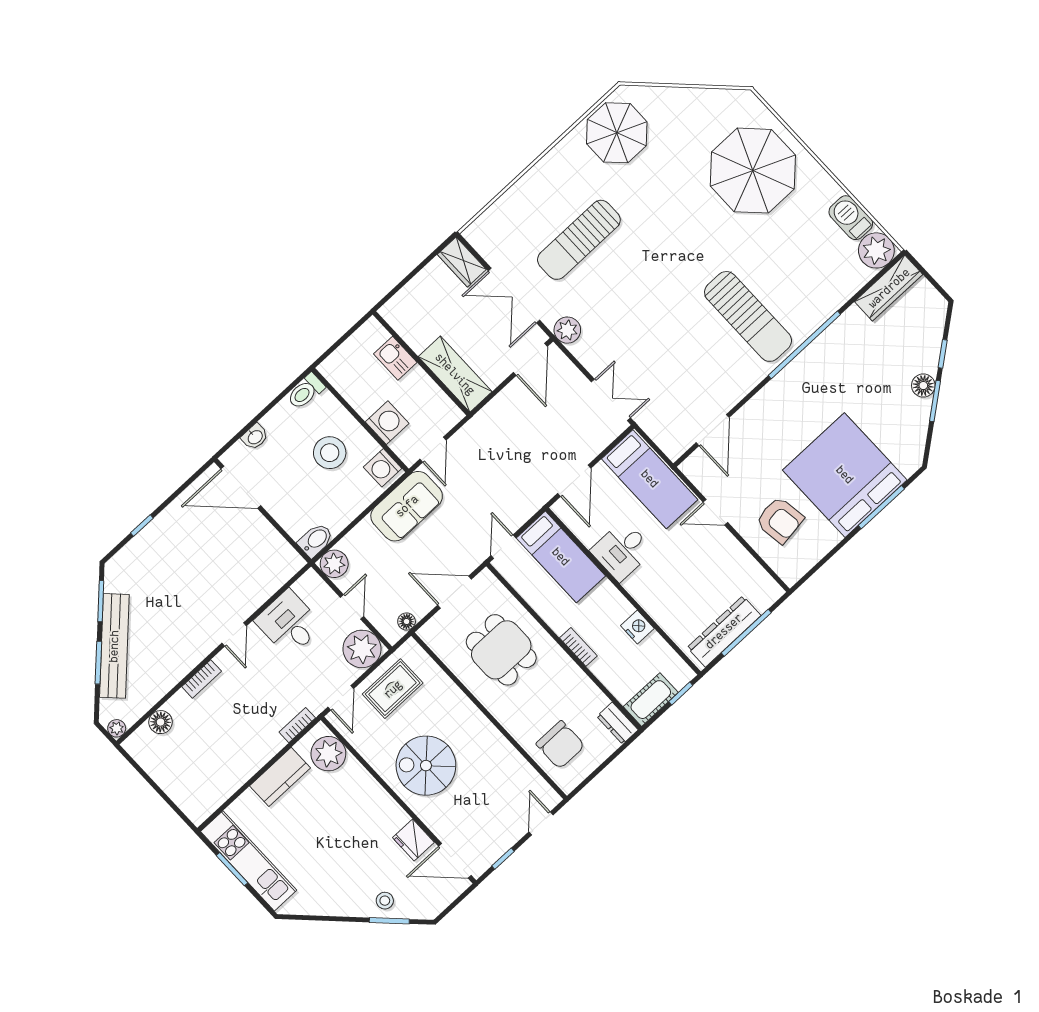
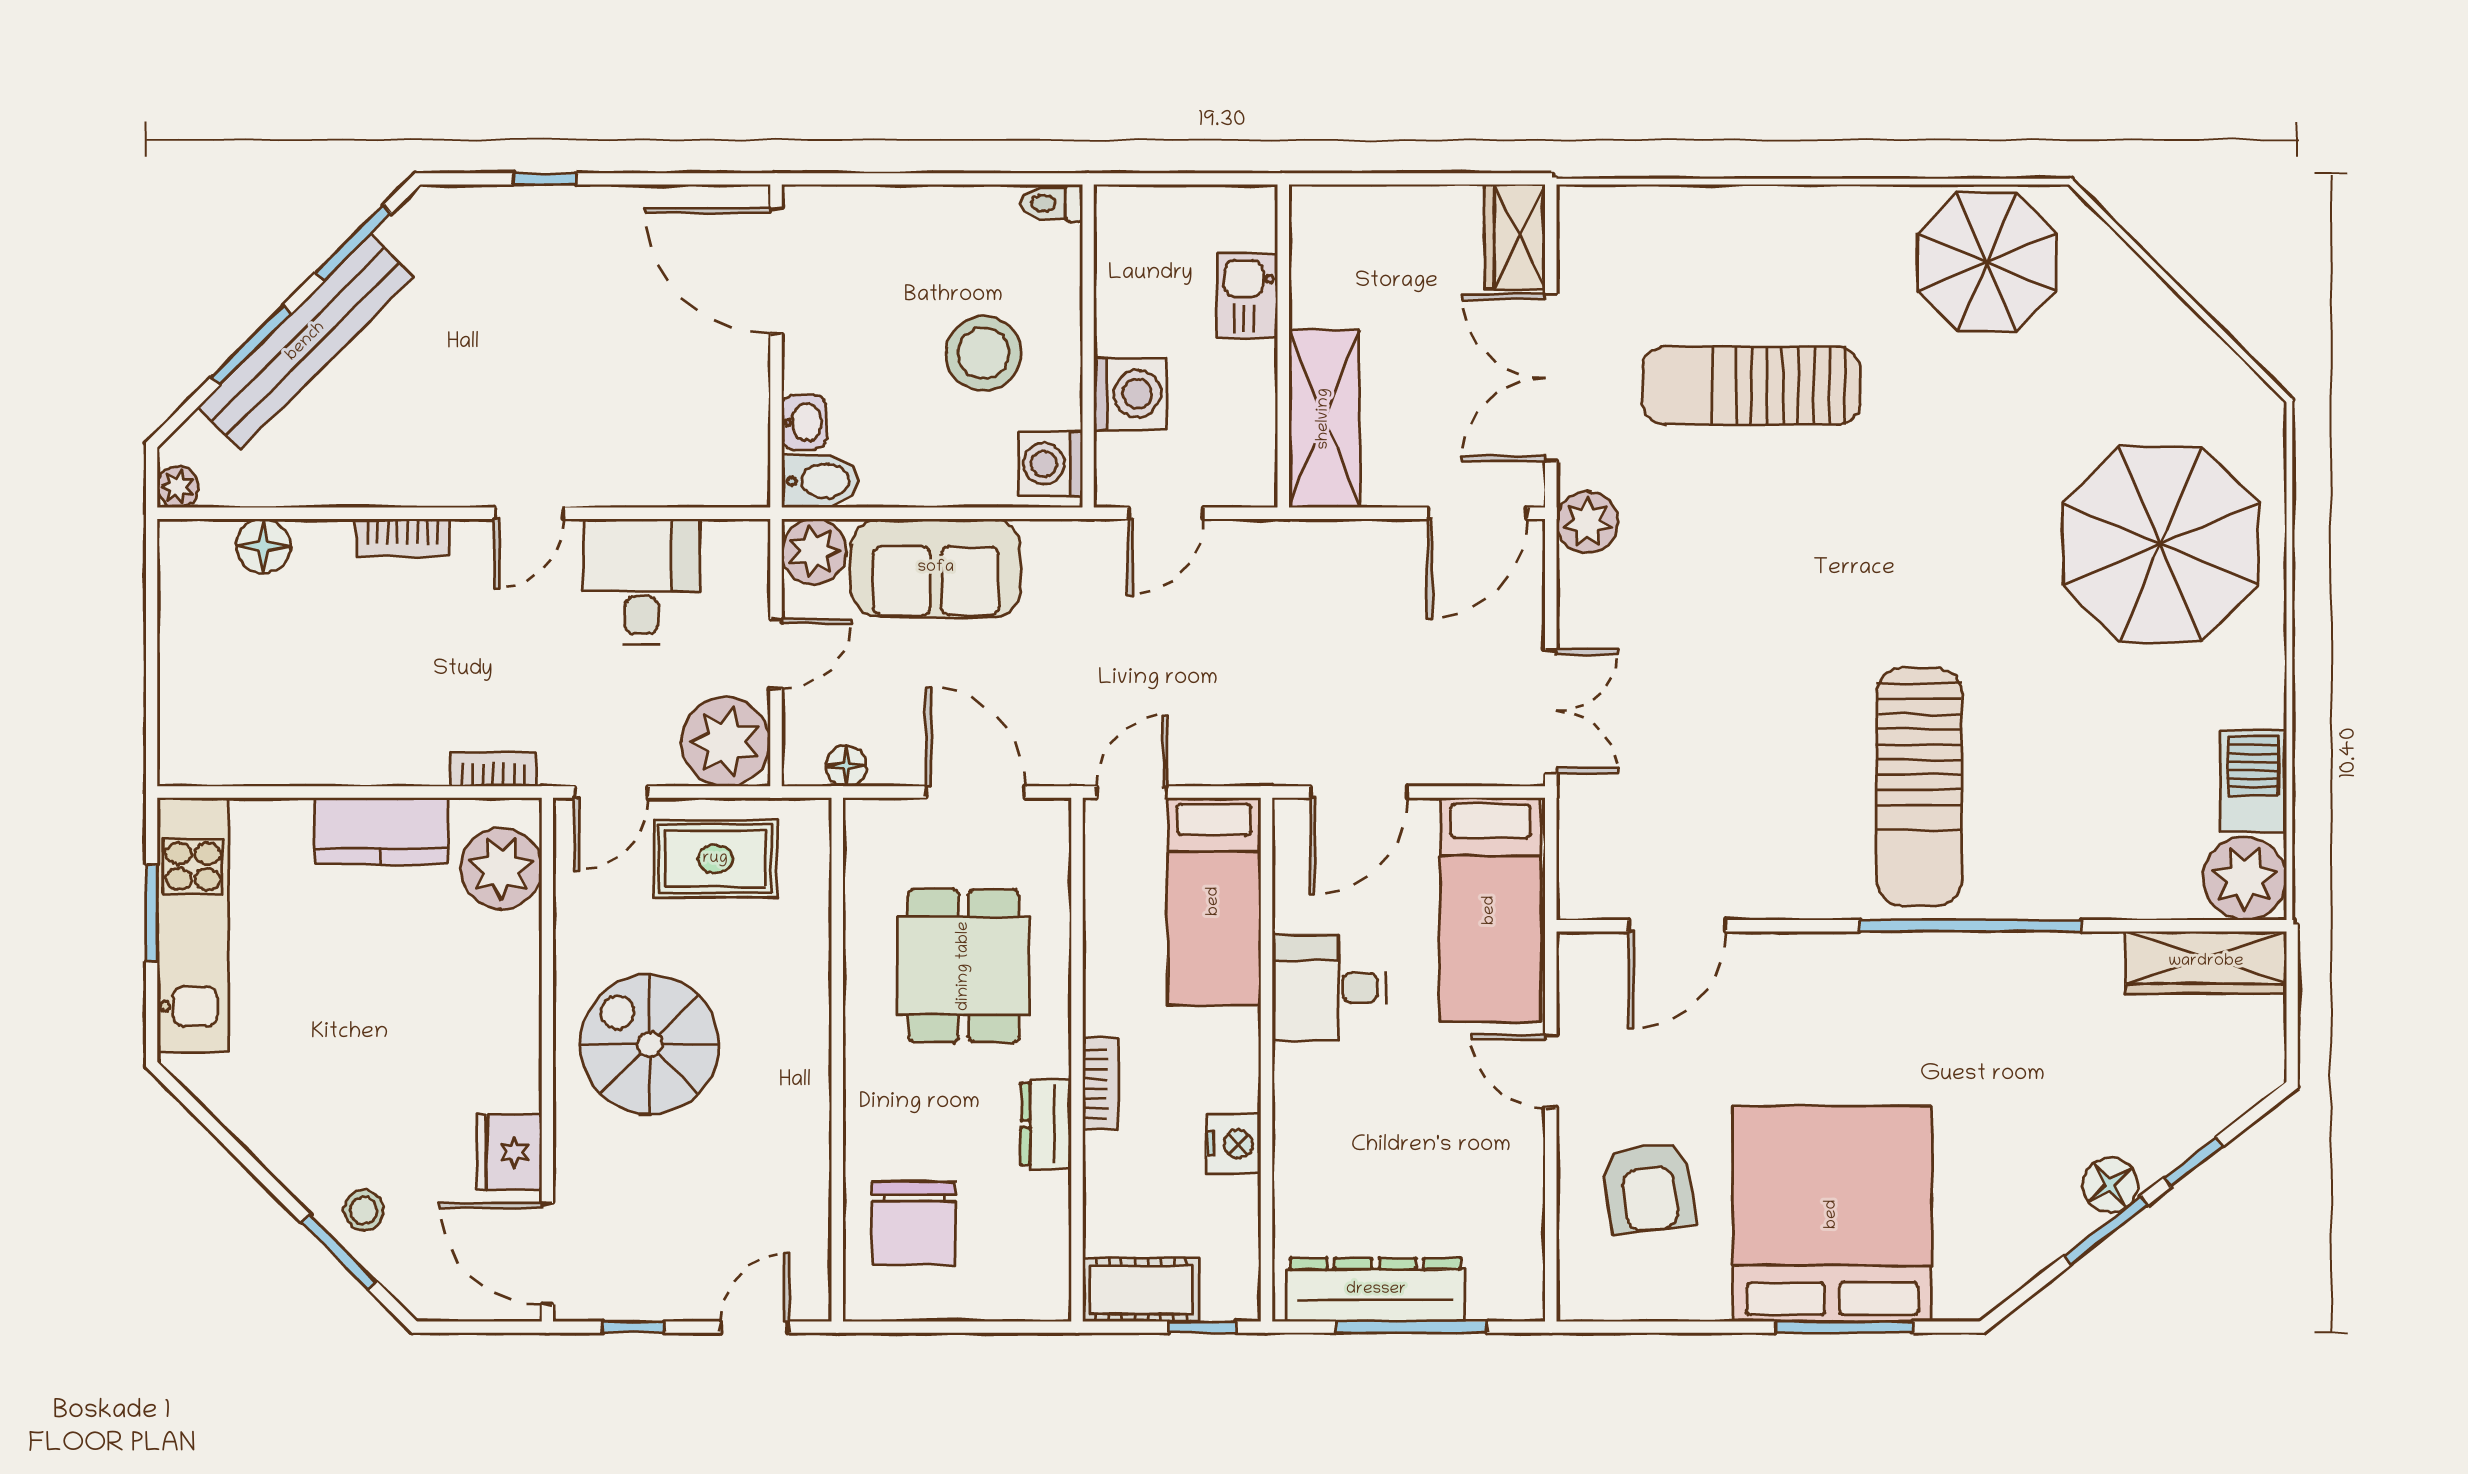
toilet: (306, 392) -> (1052, 203), width x0.73, depth x0.72
washbasin: (255, 437) -> (804, 422), moved, turned -90
sofa: (407, 506) -> (936, 568), moved
dresser: (617, 723) -> (1046, 1124), moved

